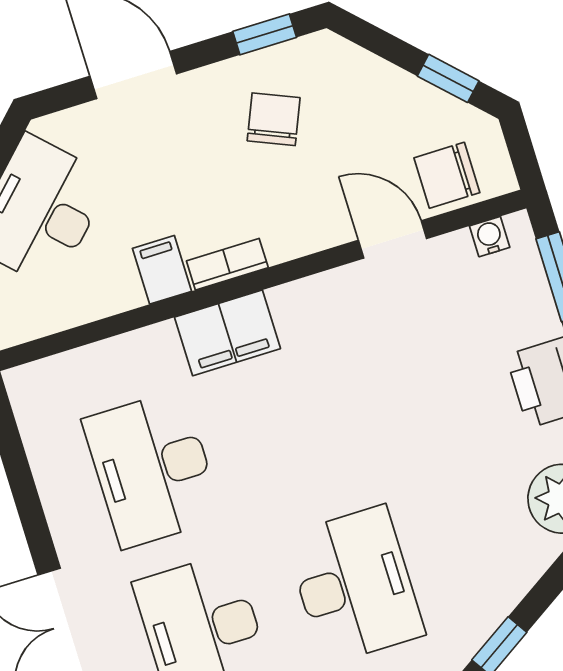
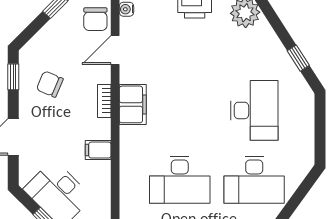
bookcase: (227, 264) -> (104, 101), moved
filing cabinet: (228, 333) -> (133, 104), moved
desk: (355, 585) -> (254, 110), turned 90

